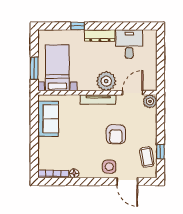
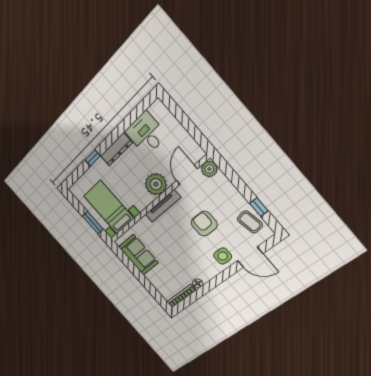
armchair: (116, 134) -> (204, 224), turned 180

